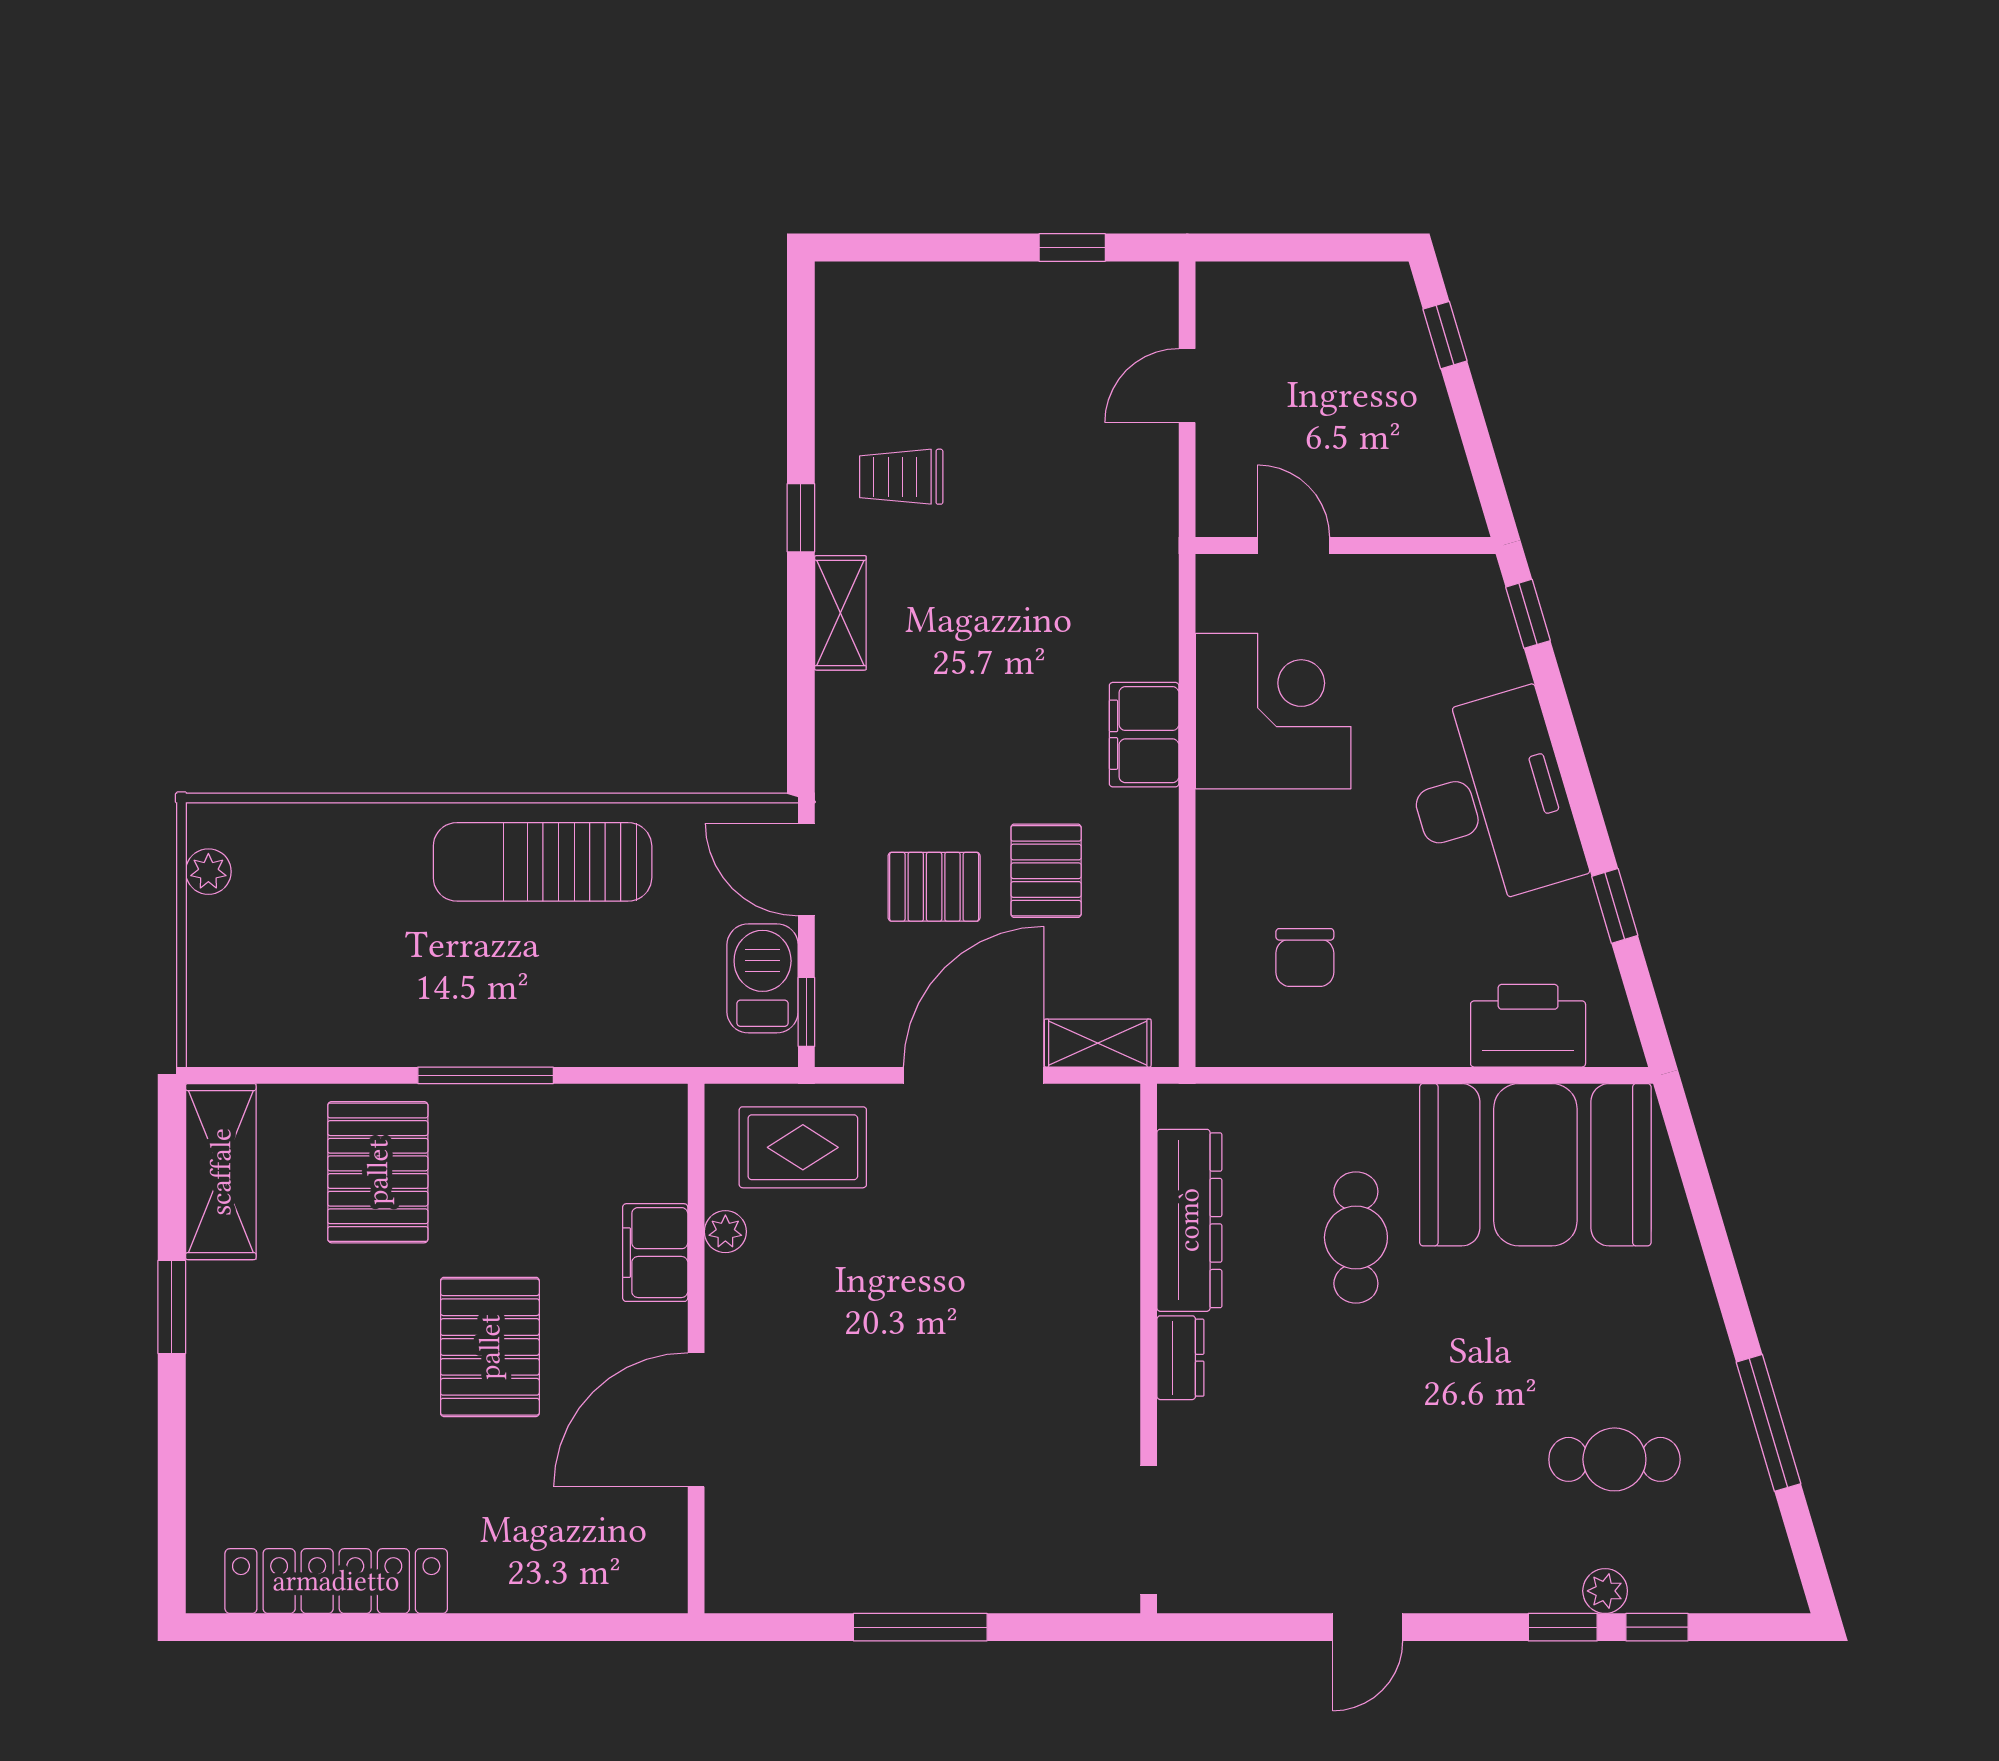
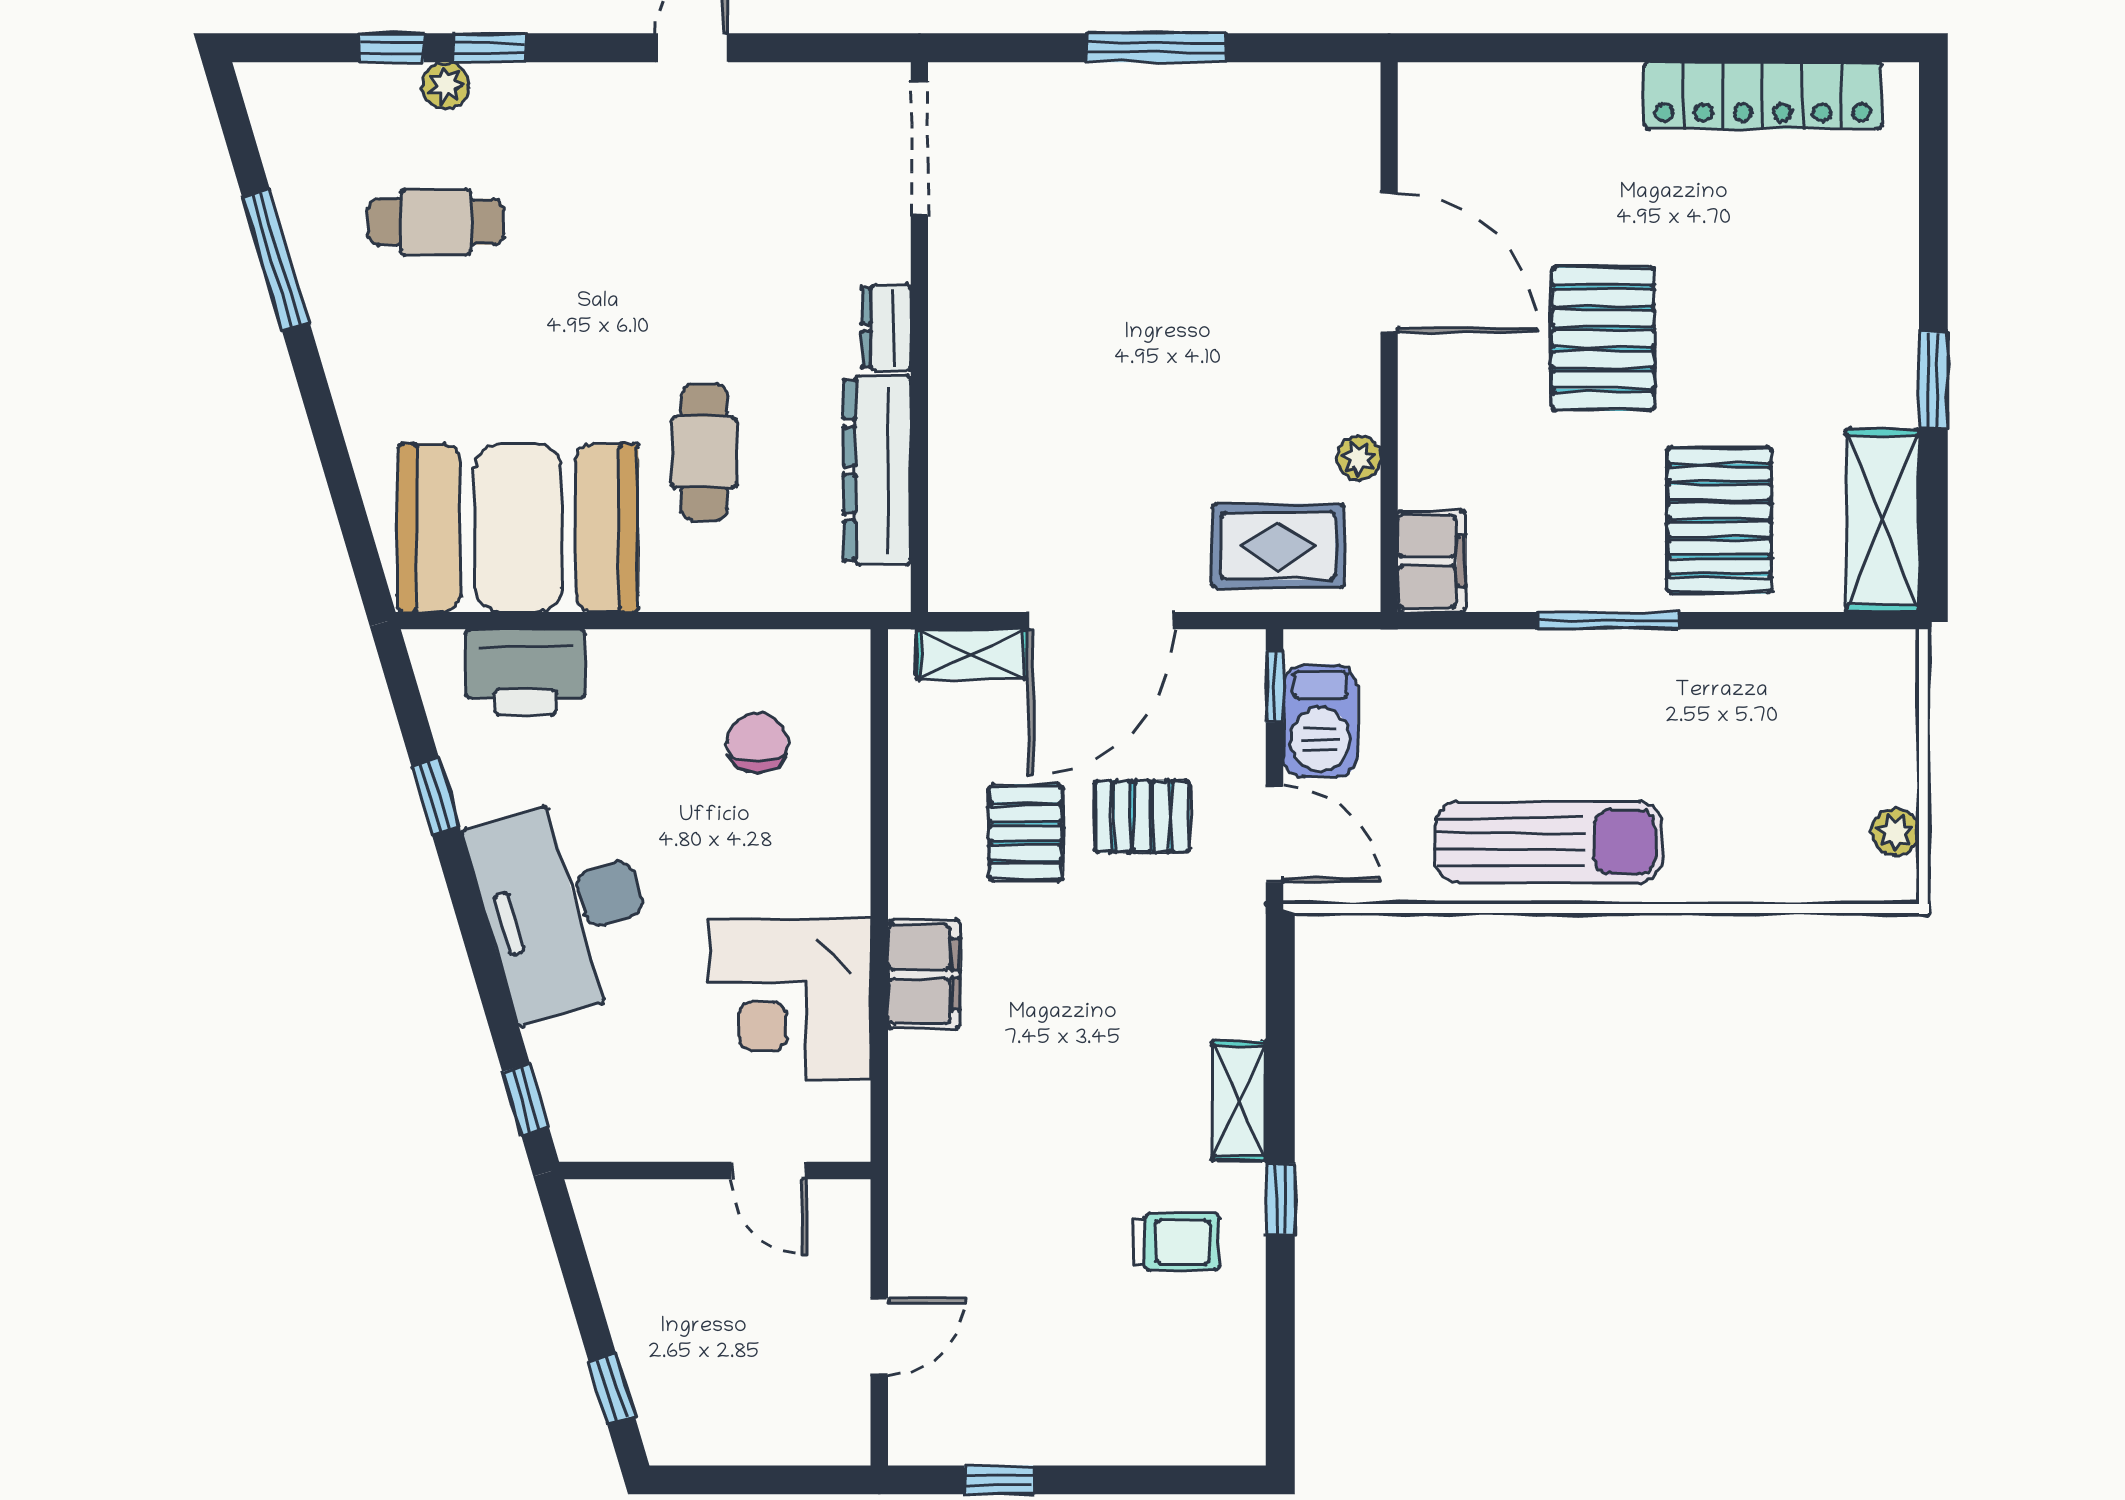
filing cabinet: (655, 1253) -> (1432, 561), moved
door: (696, 1420) -> (1389, 263), hinge flipped

